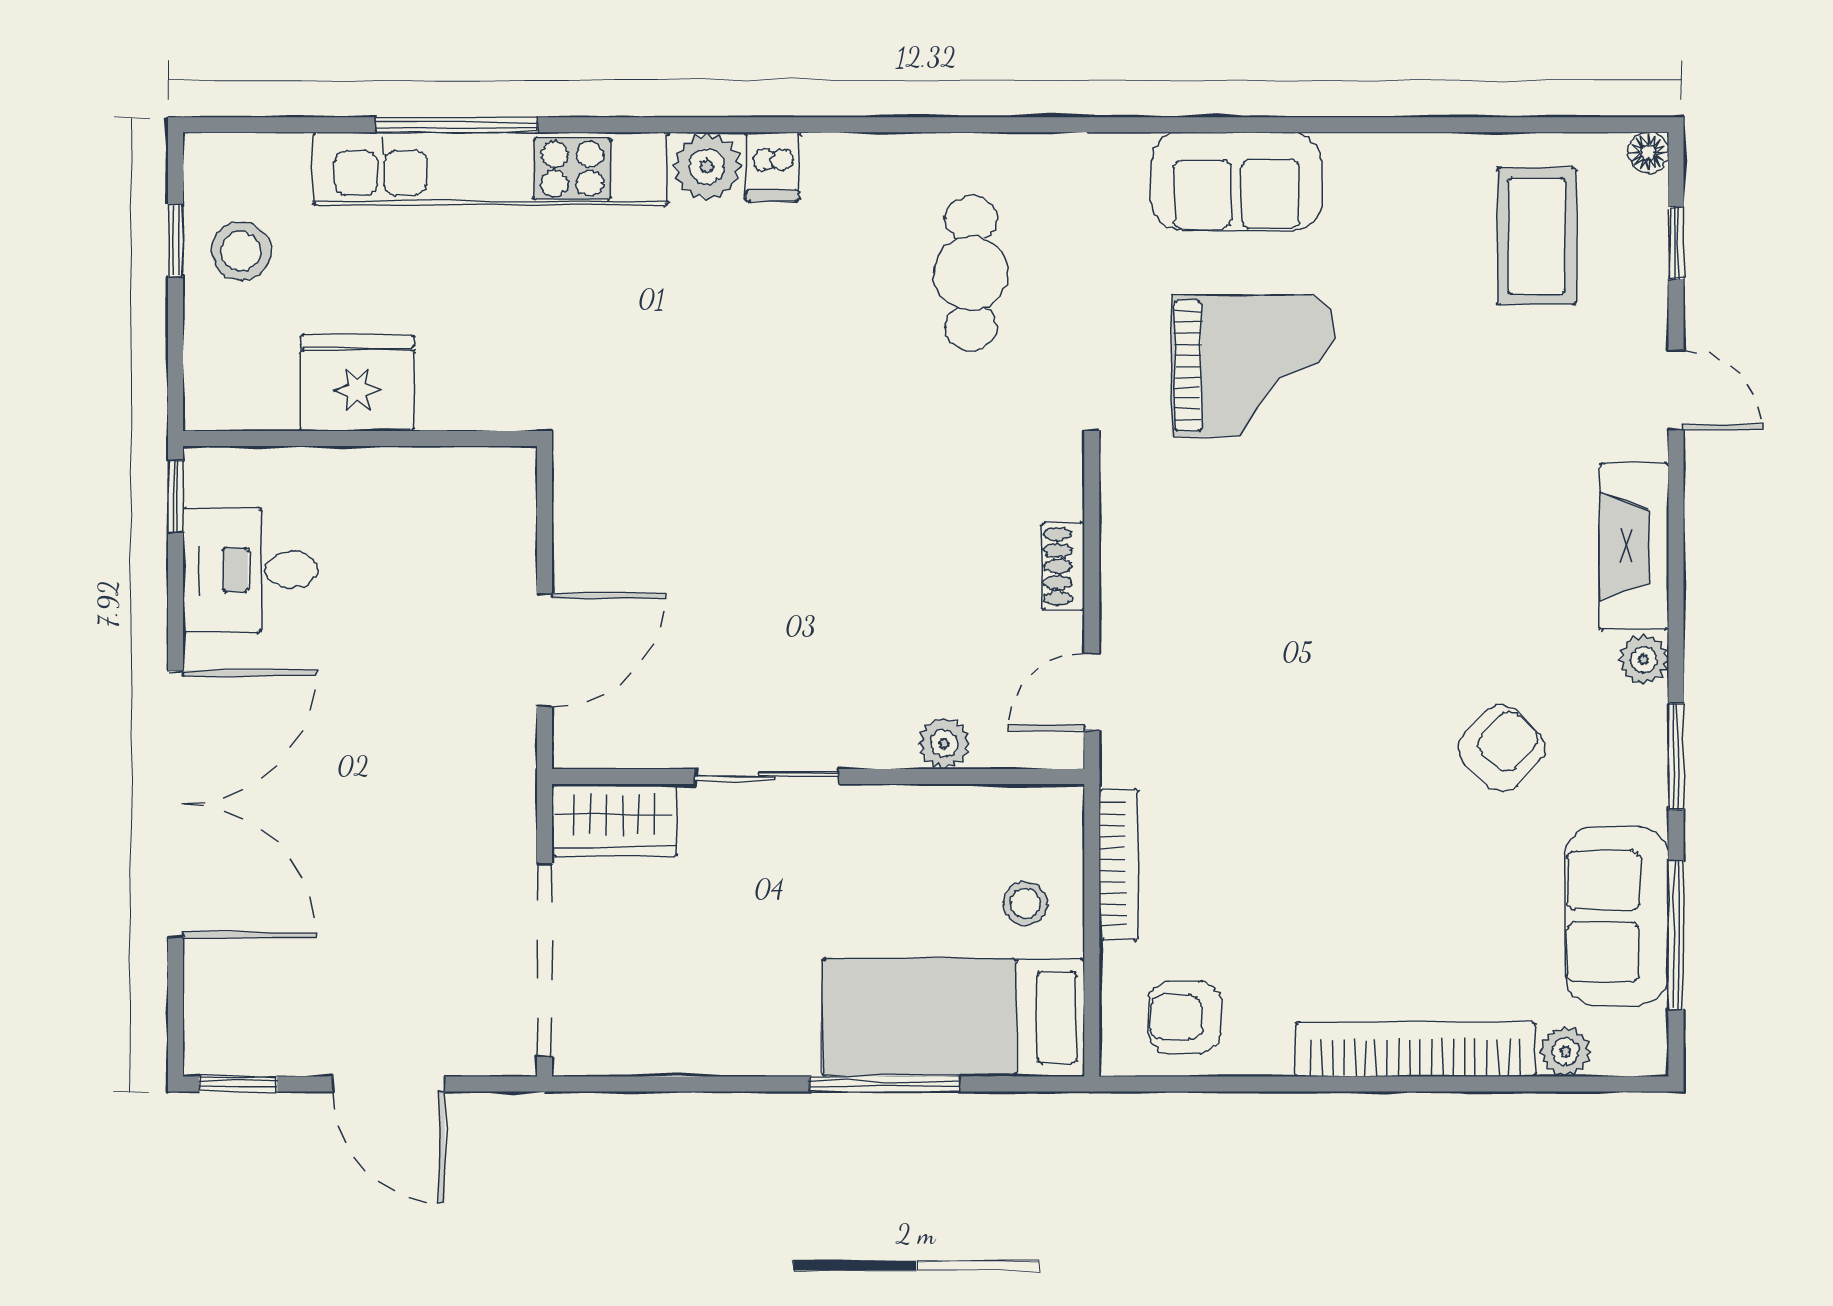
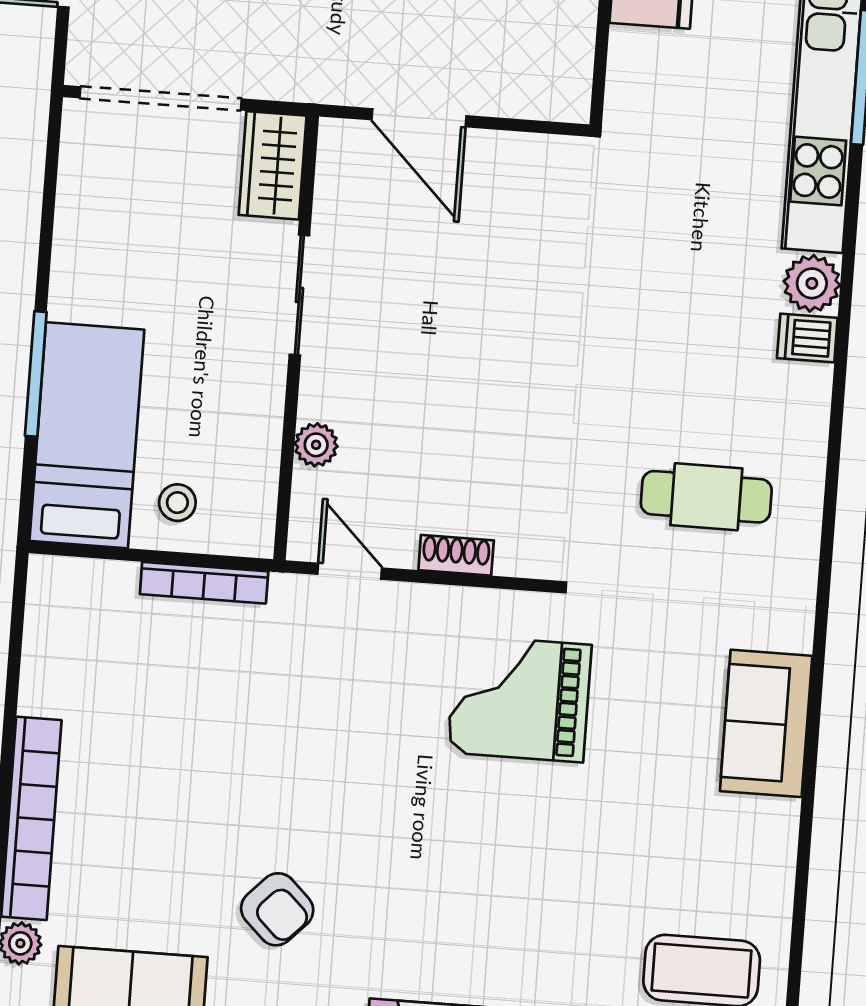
grand piano: (1253, 366) -> (519, 699), moved, turned 90
armchair: (1184, 1017) -> (73, 628), removed

